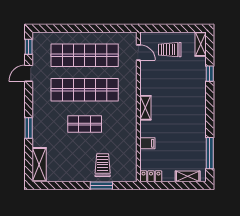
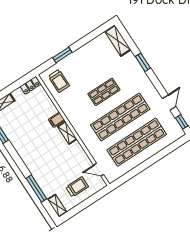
window: (210, 74) -> (36, 189), width x2.17
filing cabinet: (147, 143) -> (57, 120), moved
trolley: (103, 165) -> (59, 81), moved

